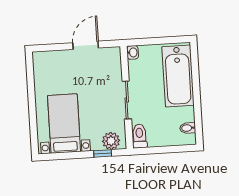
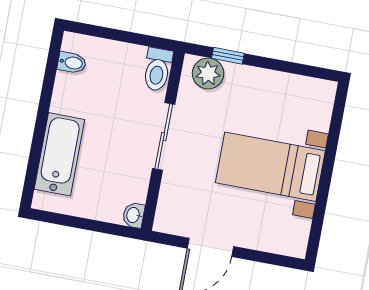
bathtub: (178, 76) -> (59, 154), width x0.73, depth x0.73
bed with nightstands: (64, 124) -> (270, 167), moved, turned 90

